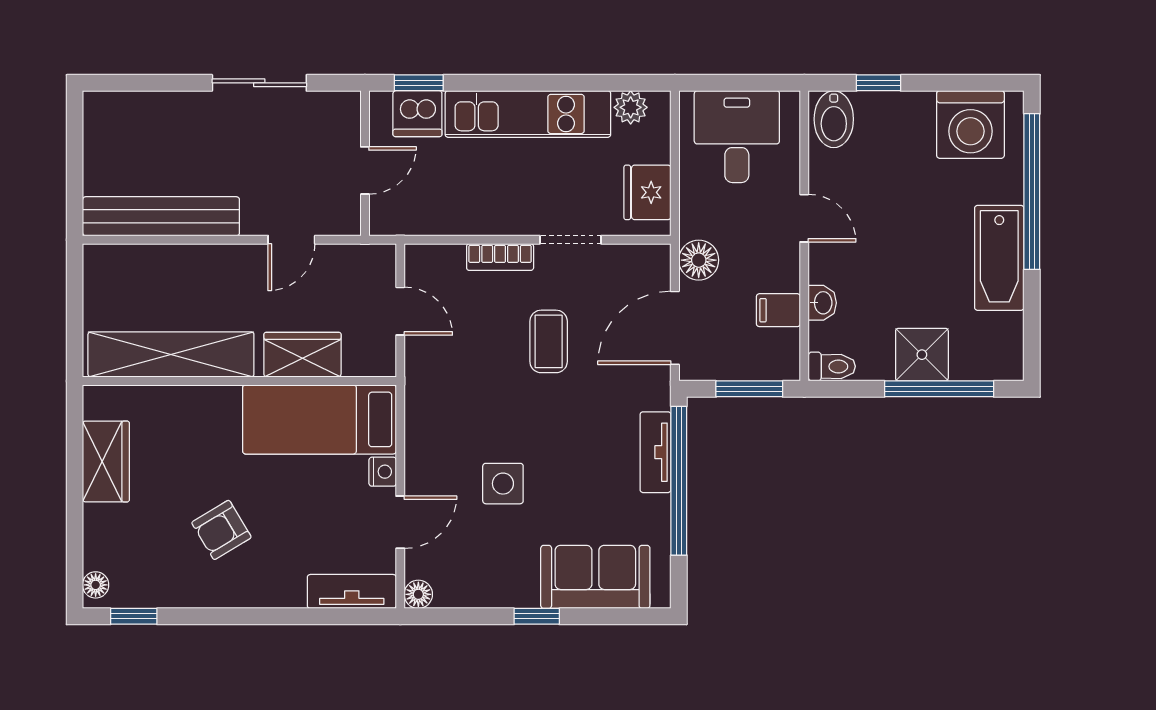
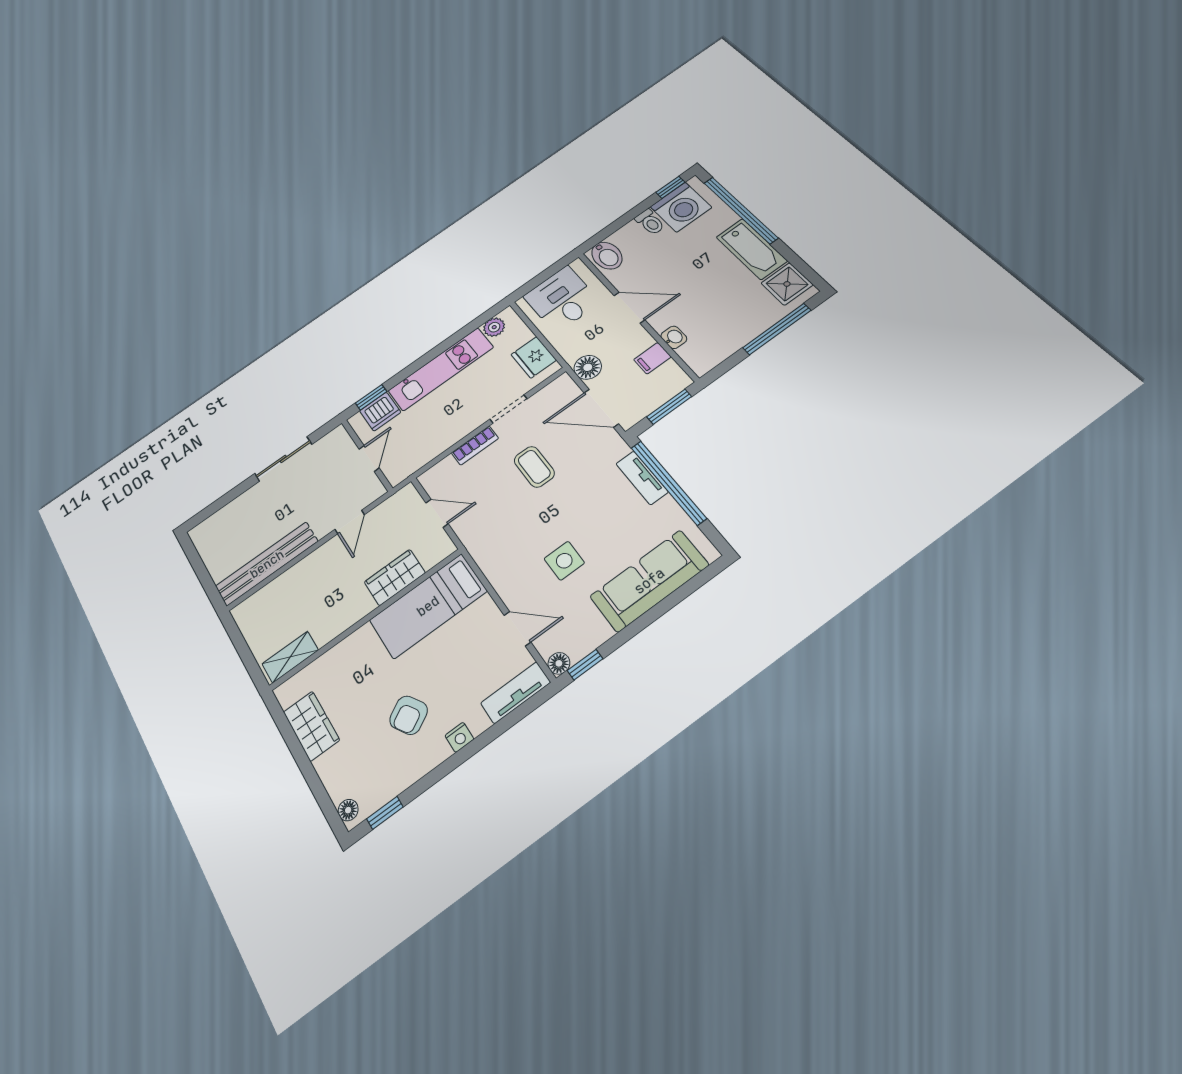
window: (879, 83) -> (670, 187), moved
door: (804, 218) -> (629, 308), width x1.37
door: (675, 328) -> (601, 408), hinge flipped
shelving: (171, 354) -> (290, 657), width x0.45, depth x0.75
shower: (922, 355) -> (787, 284), moved
toilet: (832, 366) -> (650, 222), moved, turned 90
nightstand: (383, 472) -> (459, 737), moved, turned 90
door: (400, 522) -> (517, 629), hinge flipped
sofa: (595, 577) -> (649, 581), width x1.36
window: (537, 616) -> (585, 665), moved

